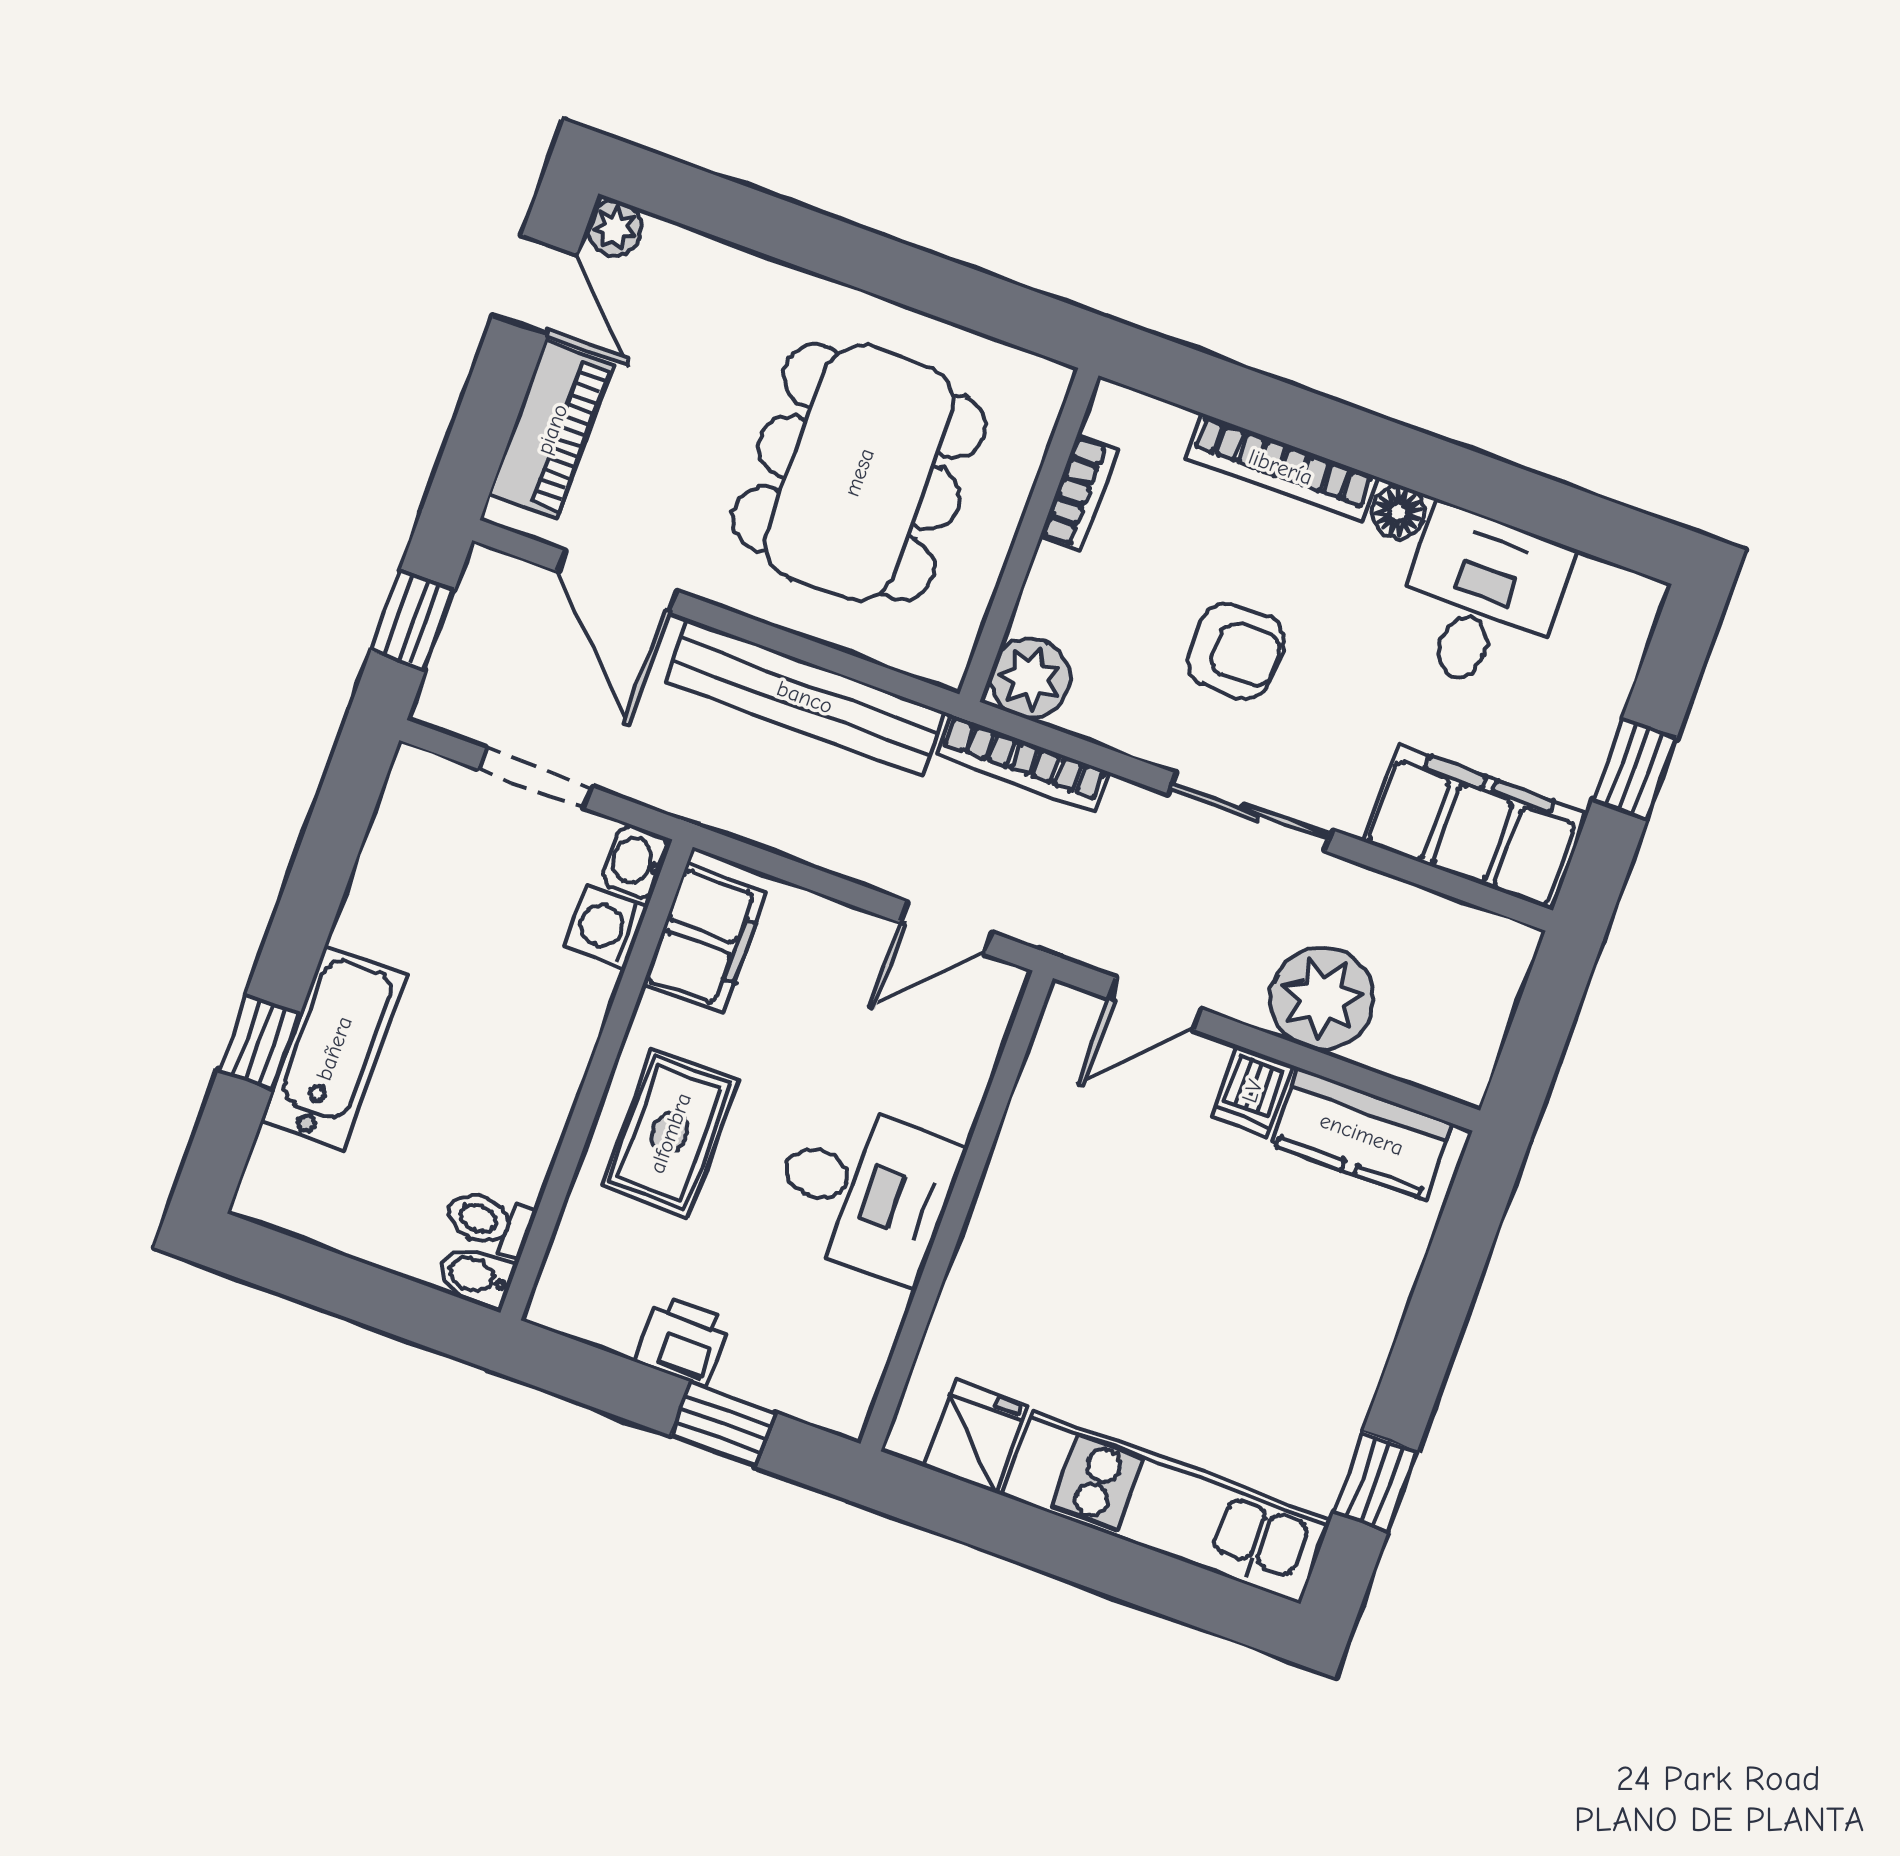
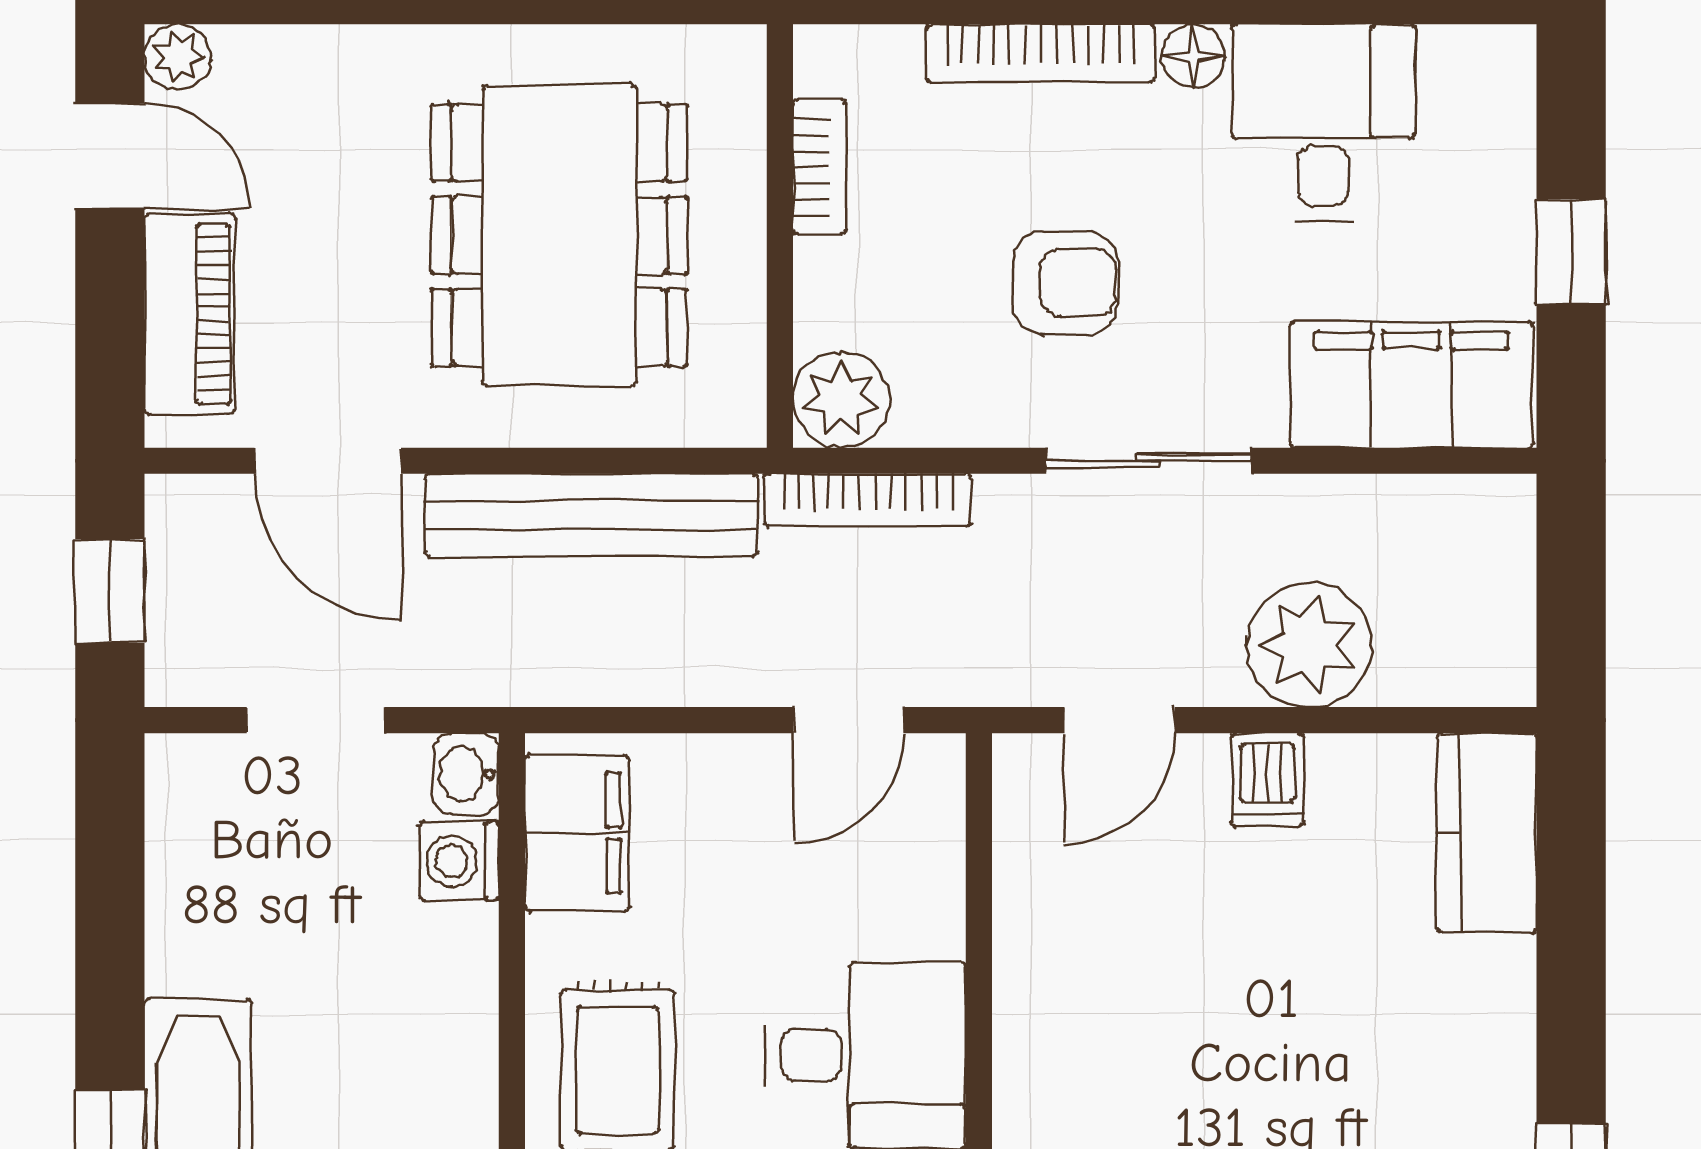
kitchen counter: (1362, 1134) -> (1487, 833), moved, turned 90

